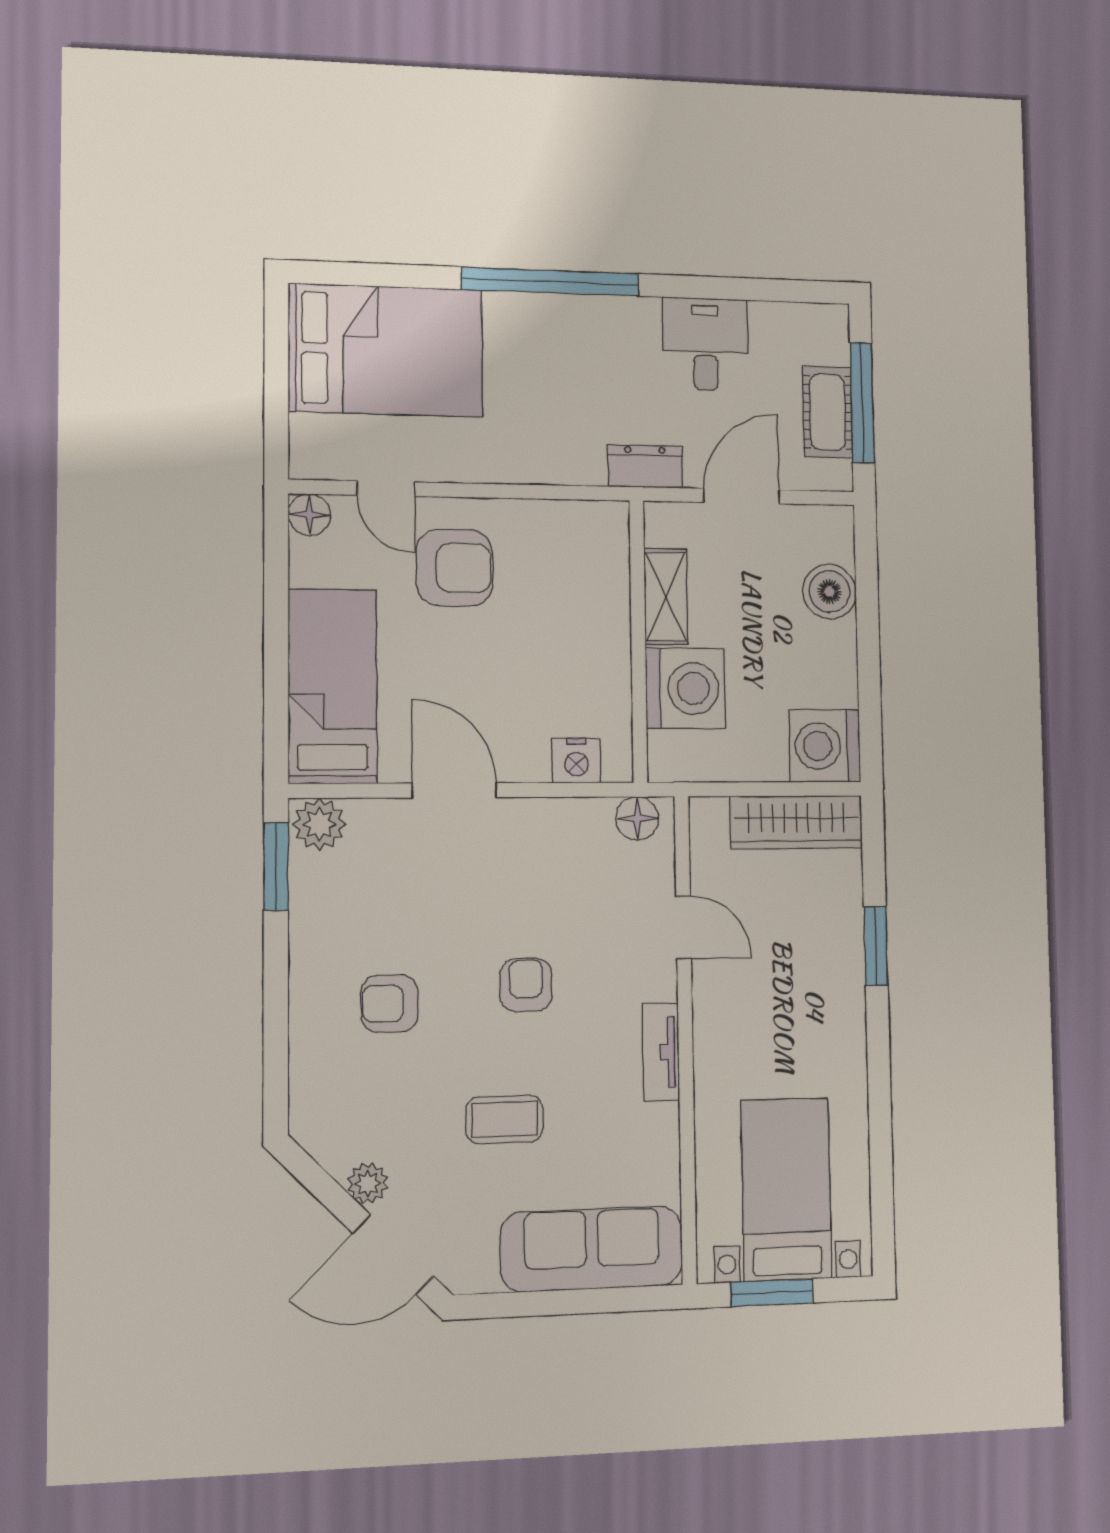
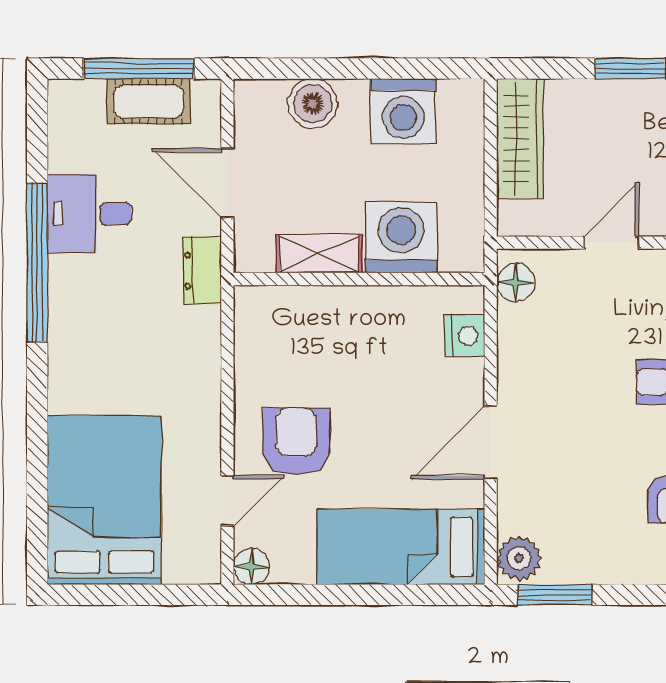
window: (551, 282) -> (37, 262), moved
washing machine: (825, 746) -> (403, 111), moved

